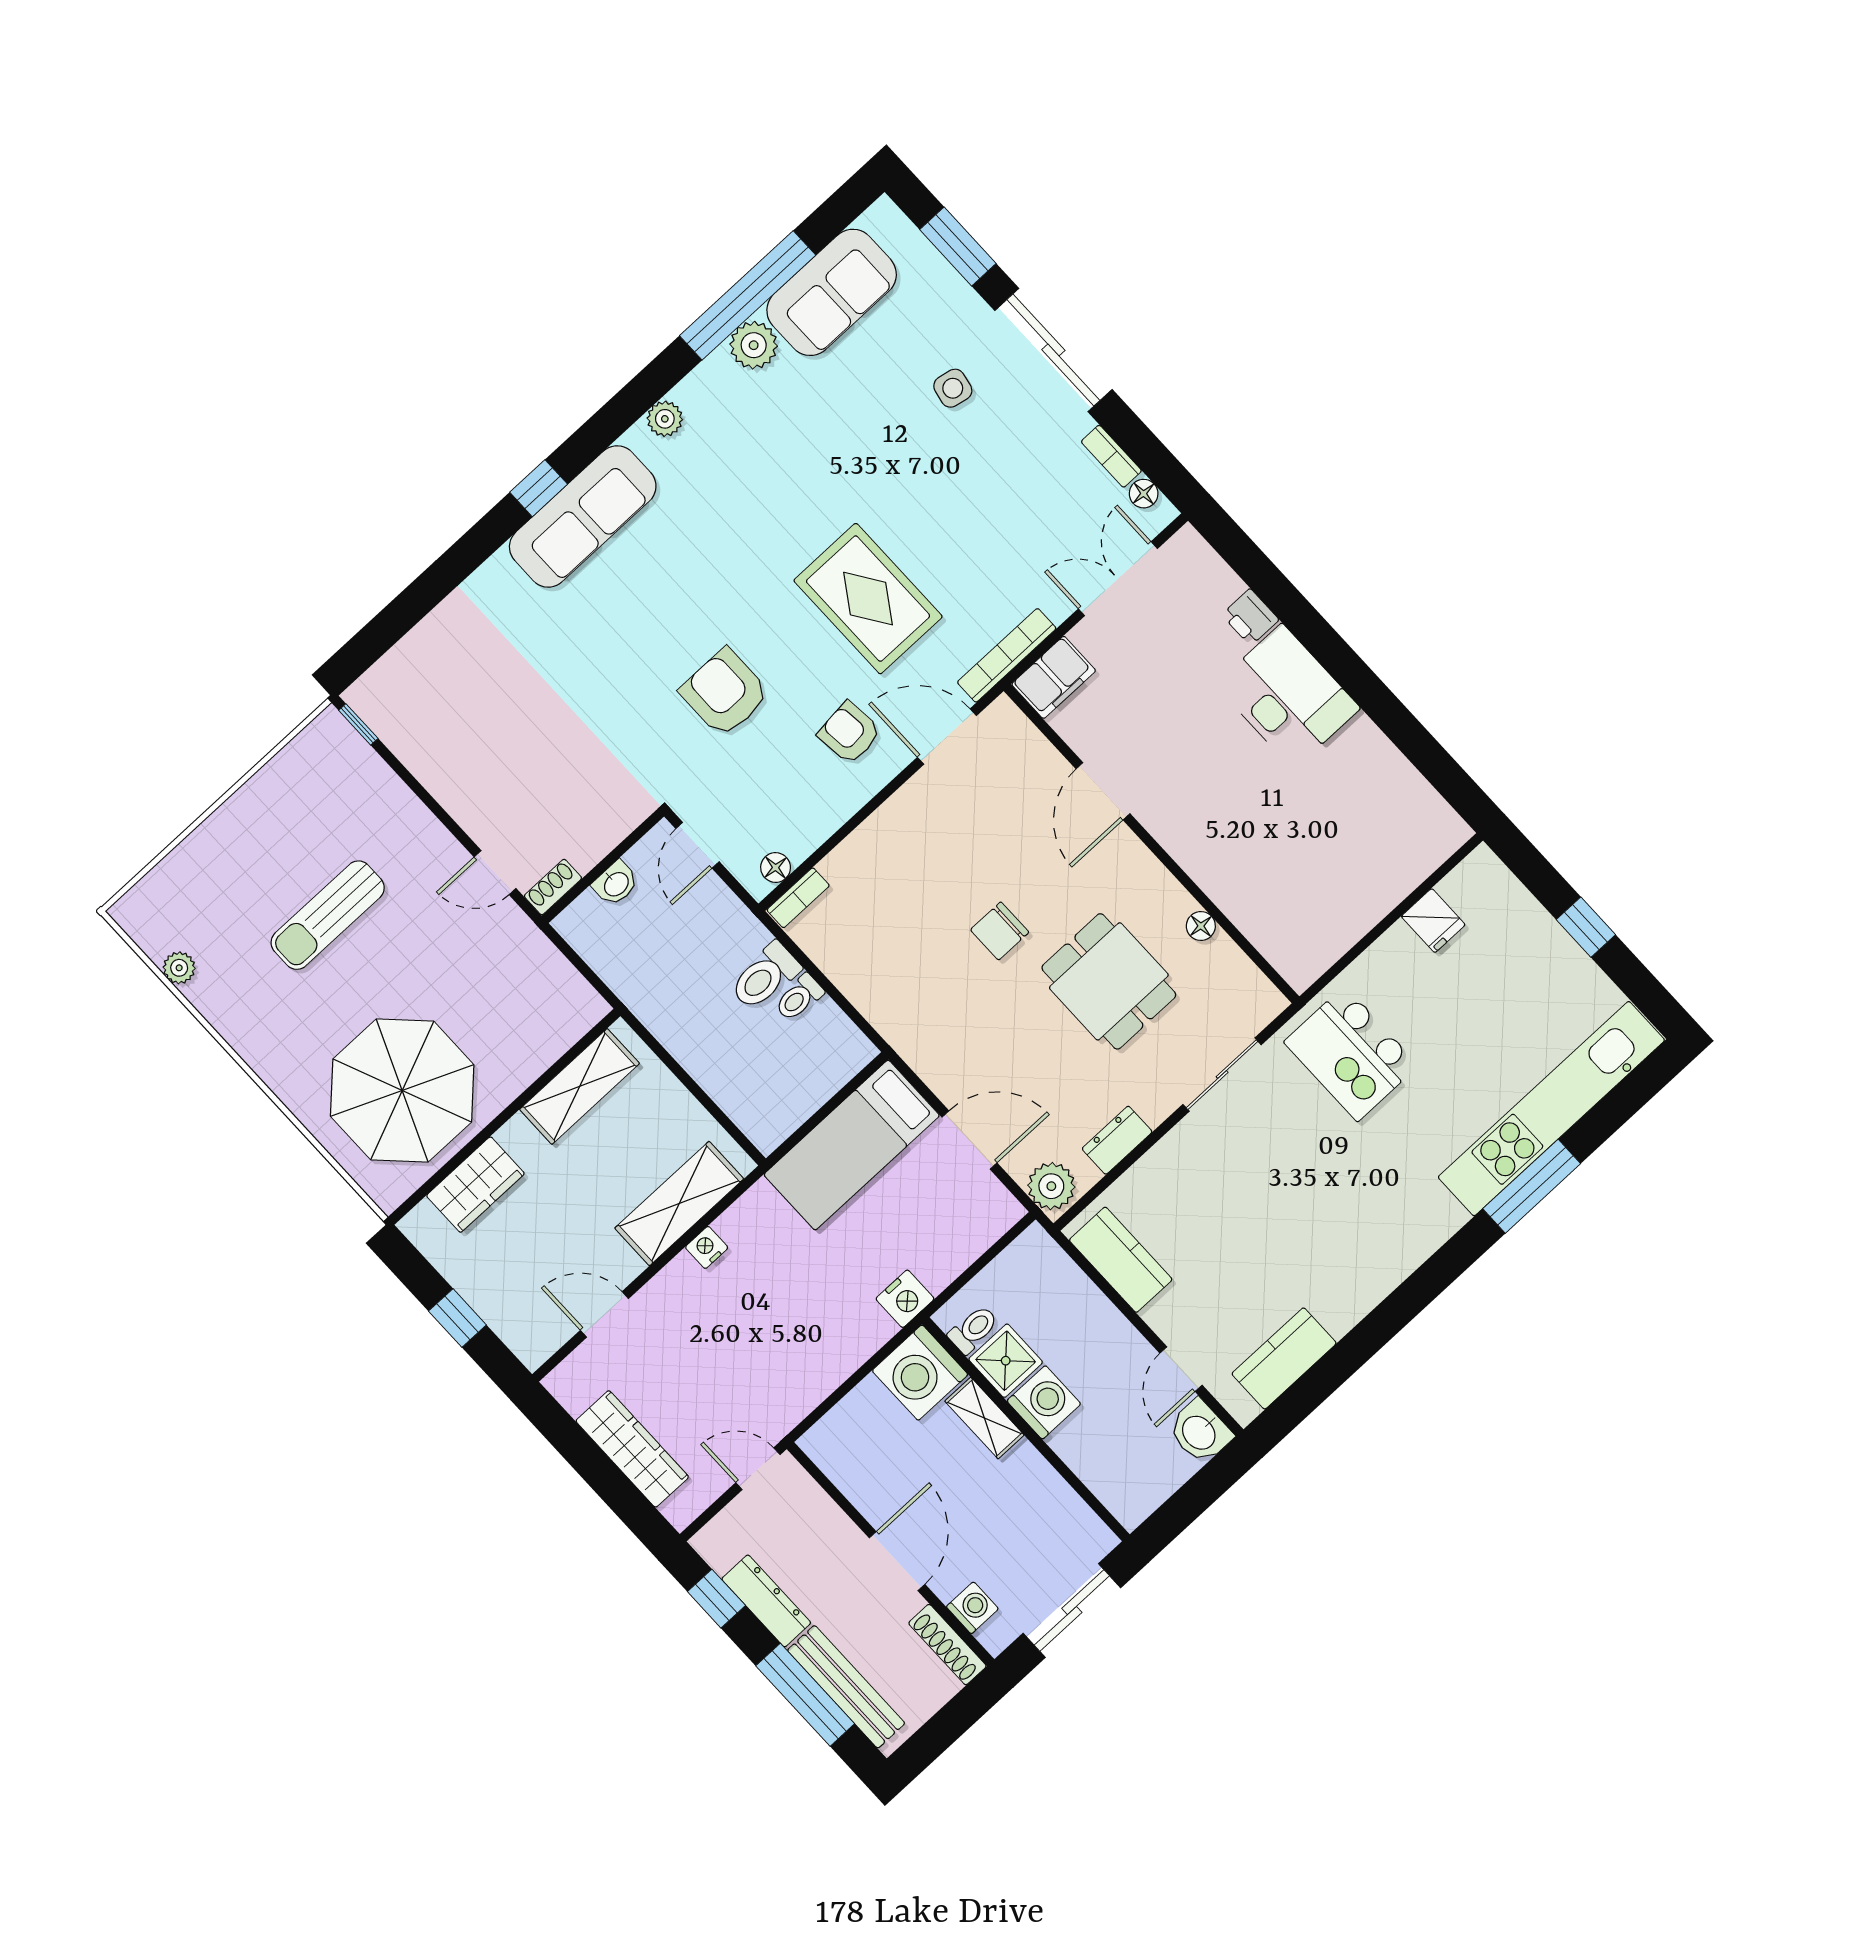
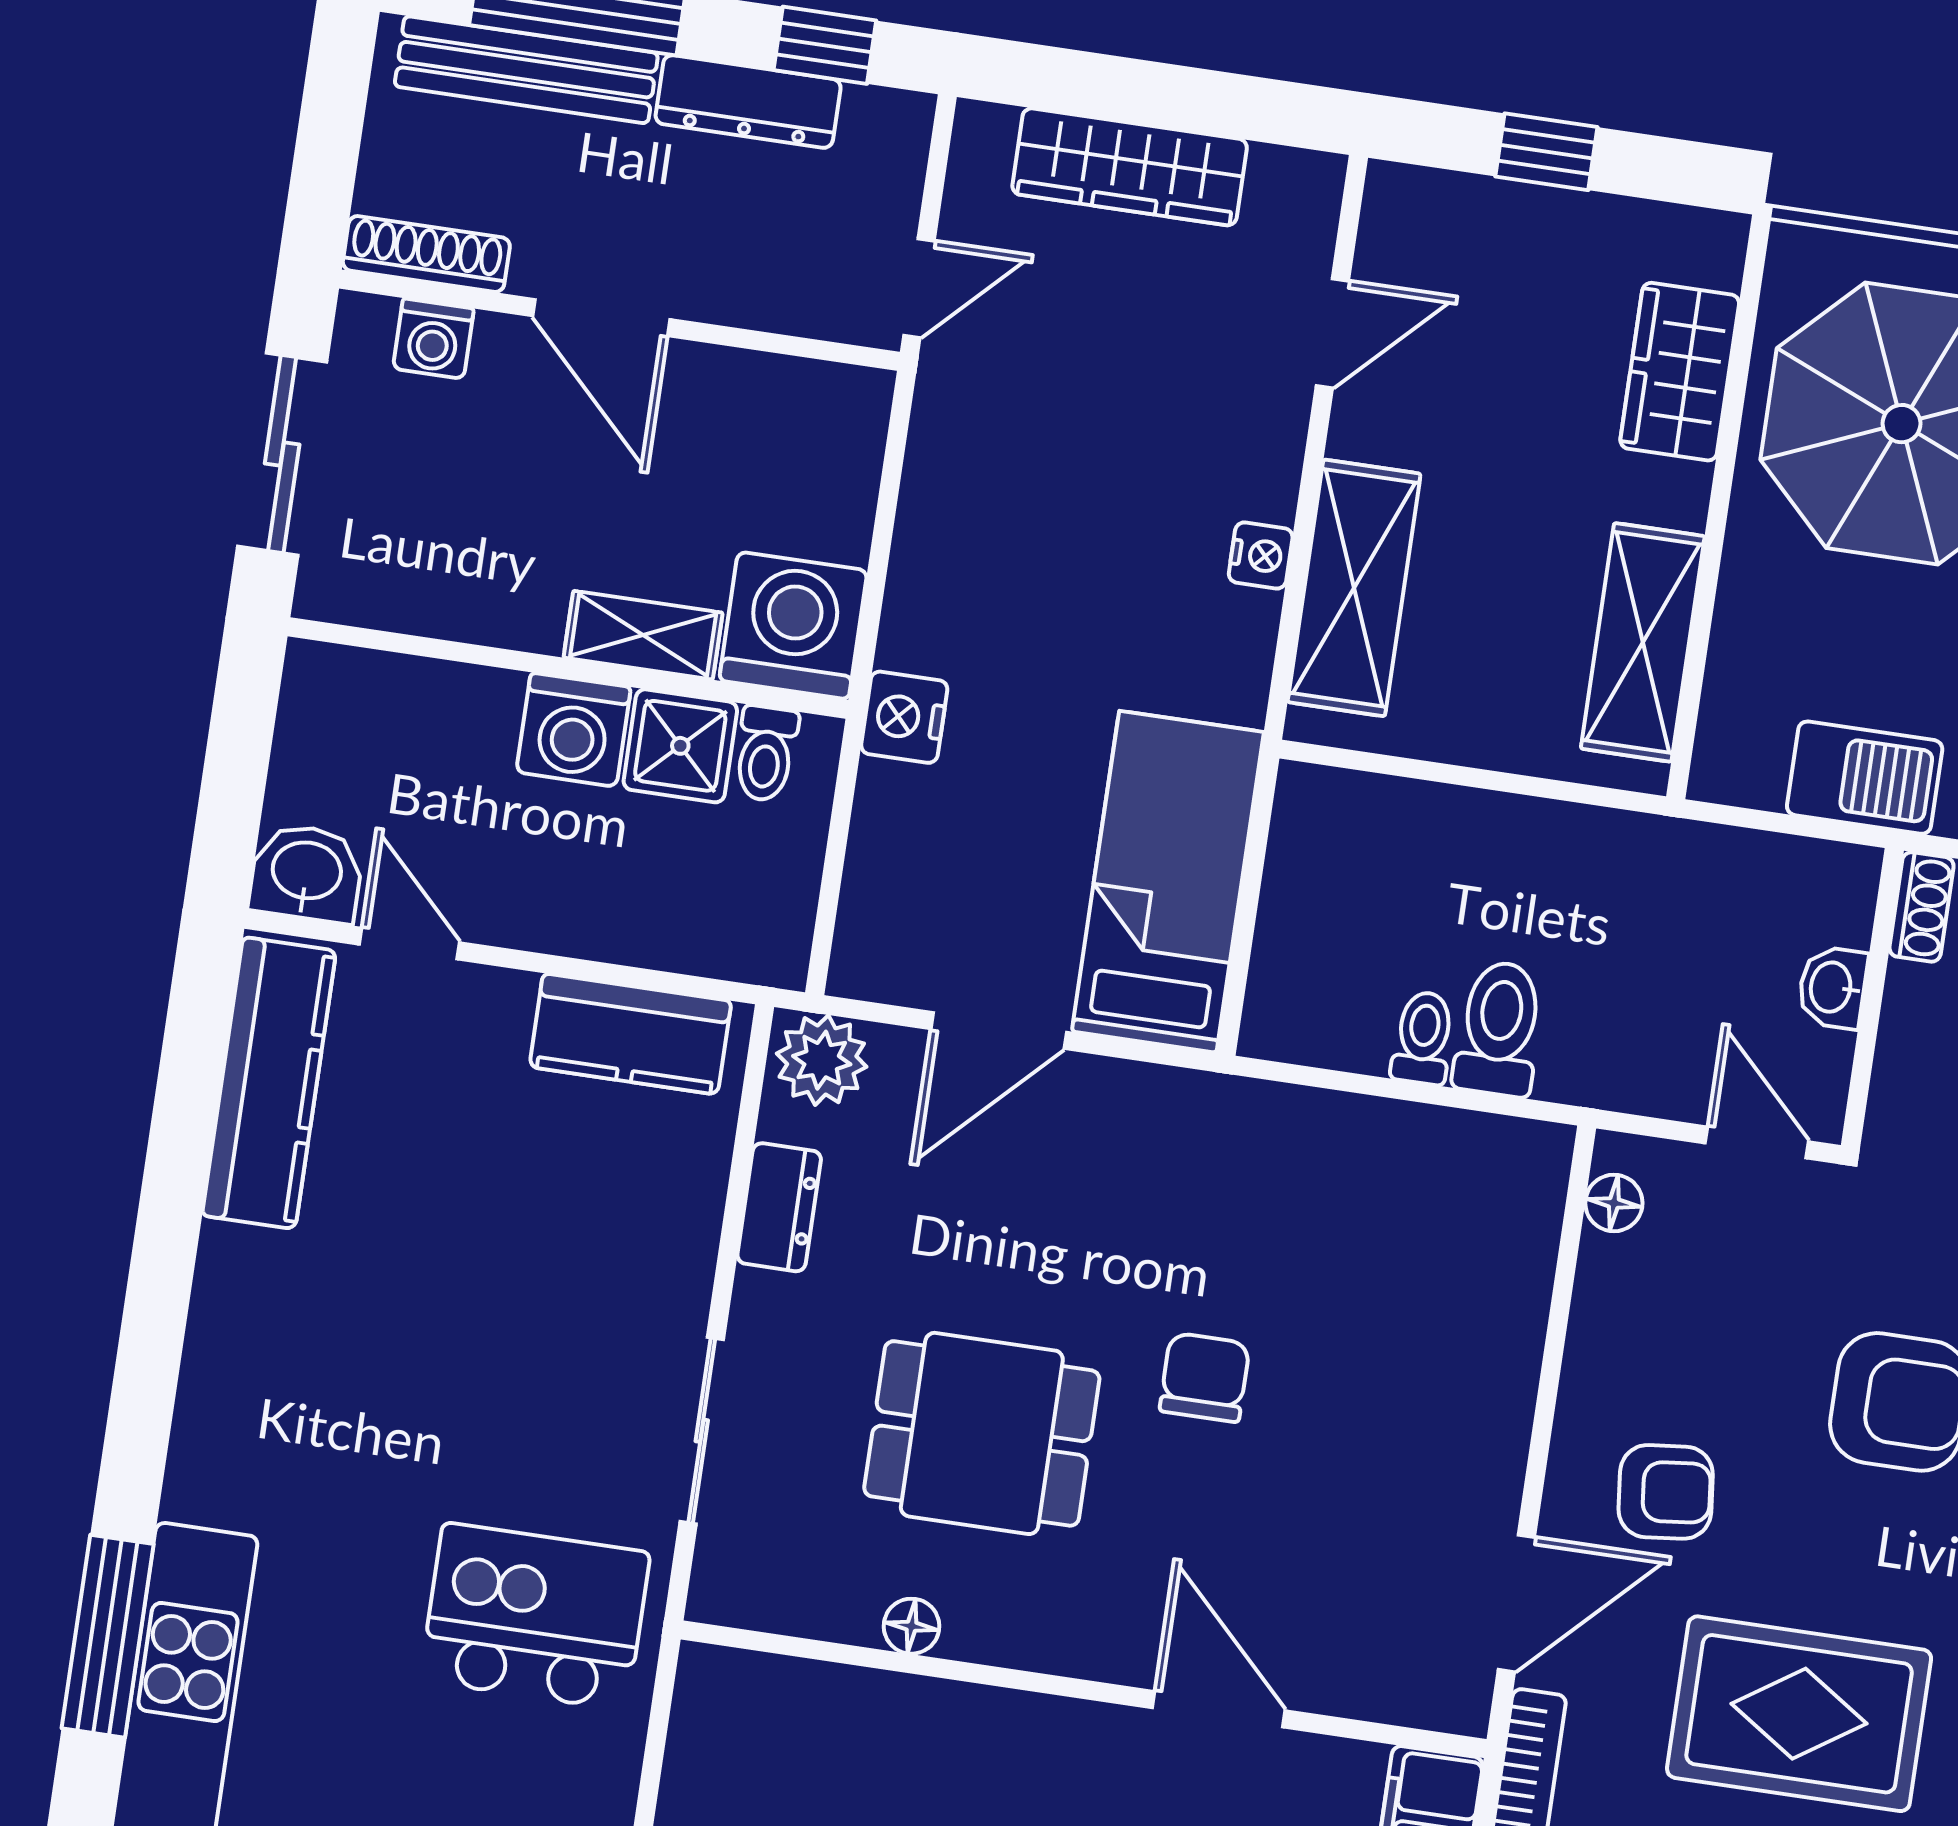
bookcase: (798, 898) -> (1544, 1185), removed
barbecue: (534, 958) -> (1865, 778), added
kitchen counter: (1284, 1358) -> (269, 1083), width x1.50

